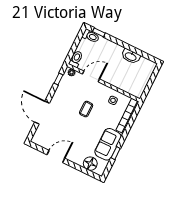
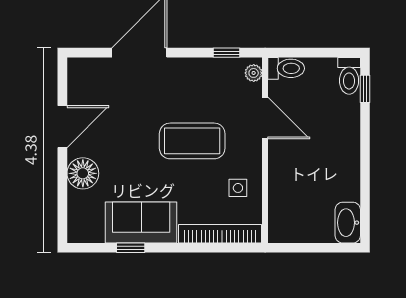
washbasin: (131, 56) -> (348, 223), moved
coffee table: (86, 109) -> (192, 141), width x1.86, depth x1.72
door: (56, 156) -> (62, 127), hinge flipped
floor lamp: (90, 164) -> (83, 173), moved

